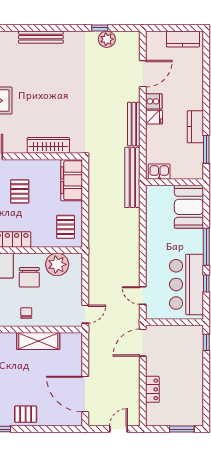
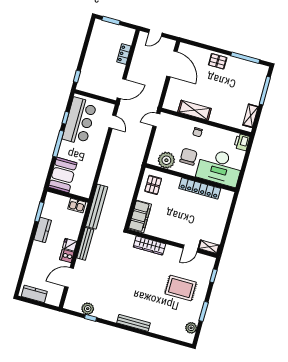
pallet: (20, 191) -> (178, 219), removed

